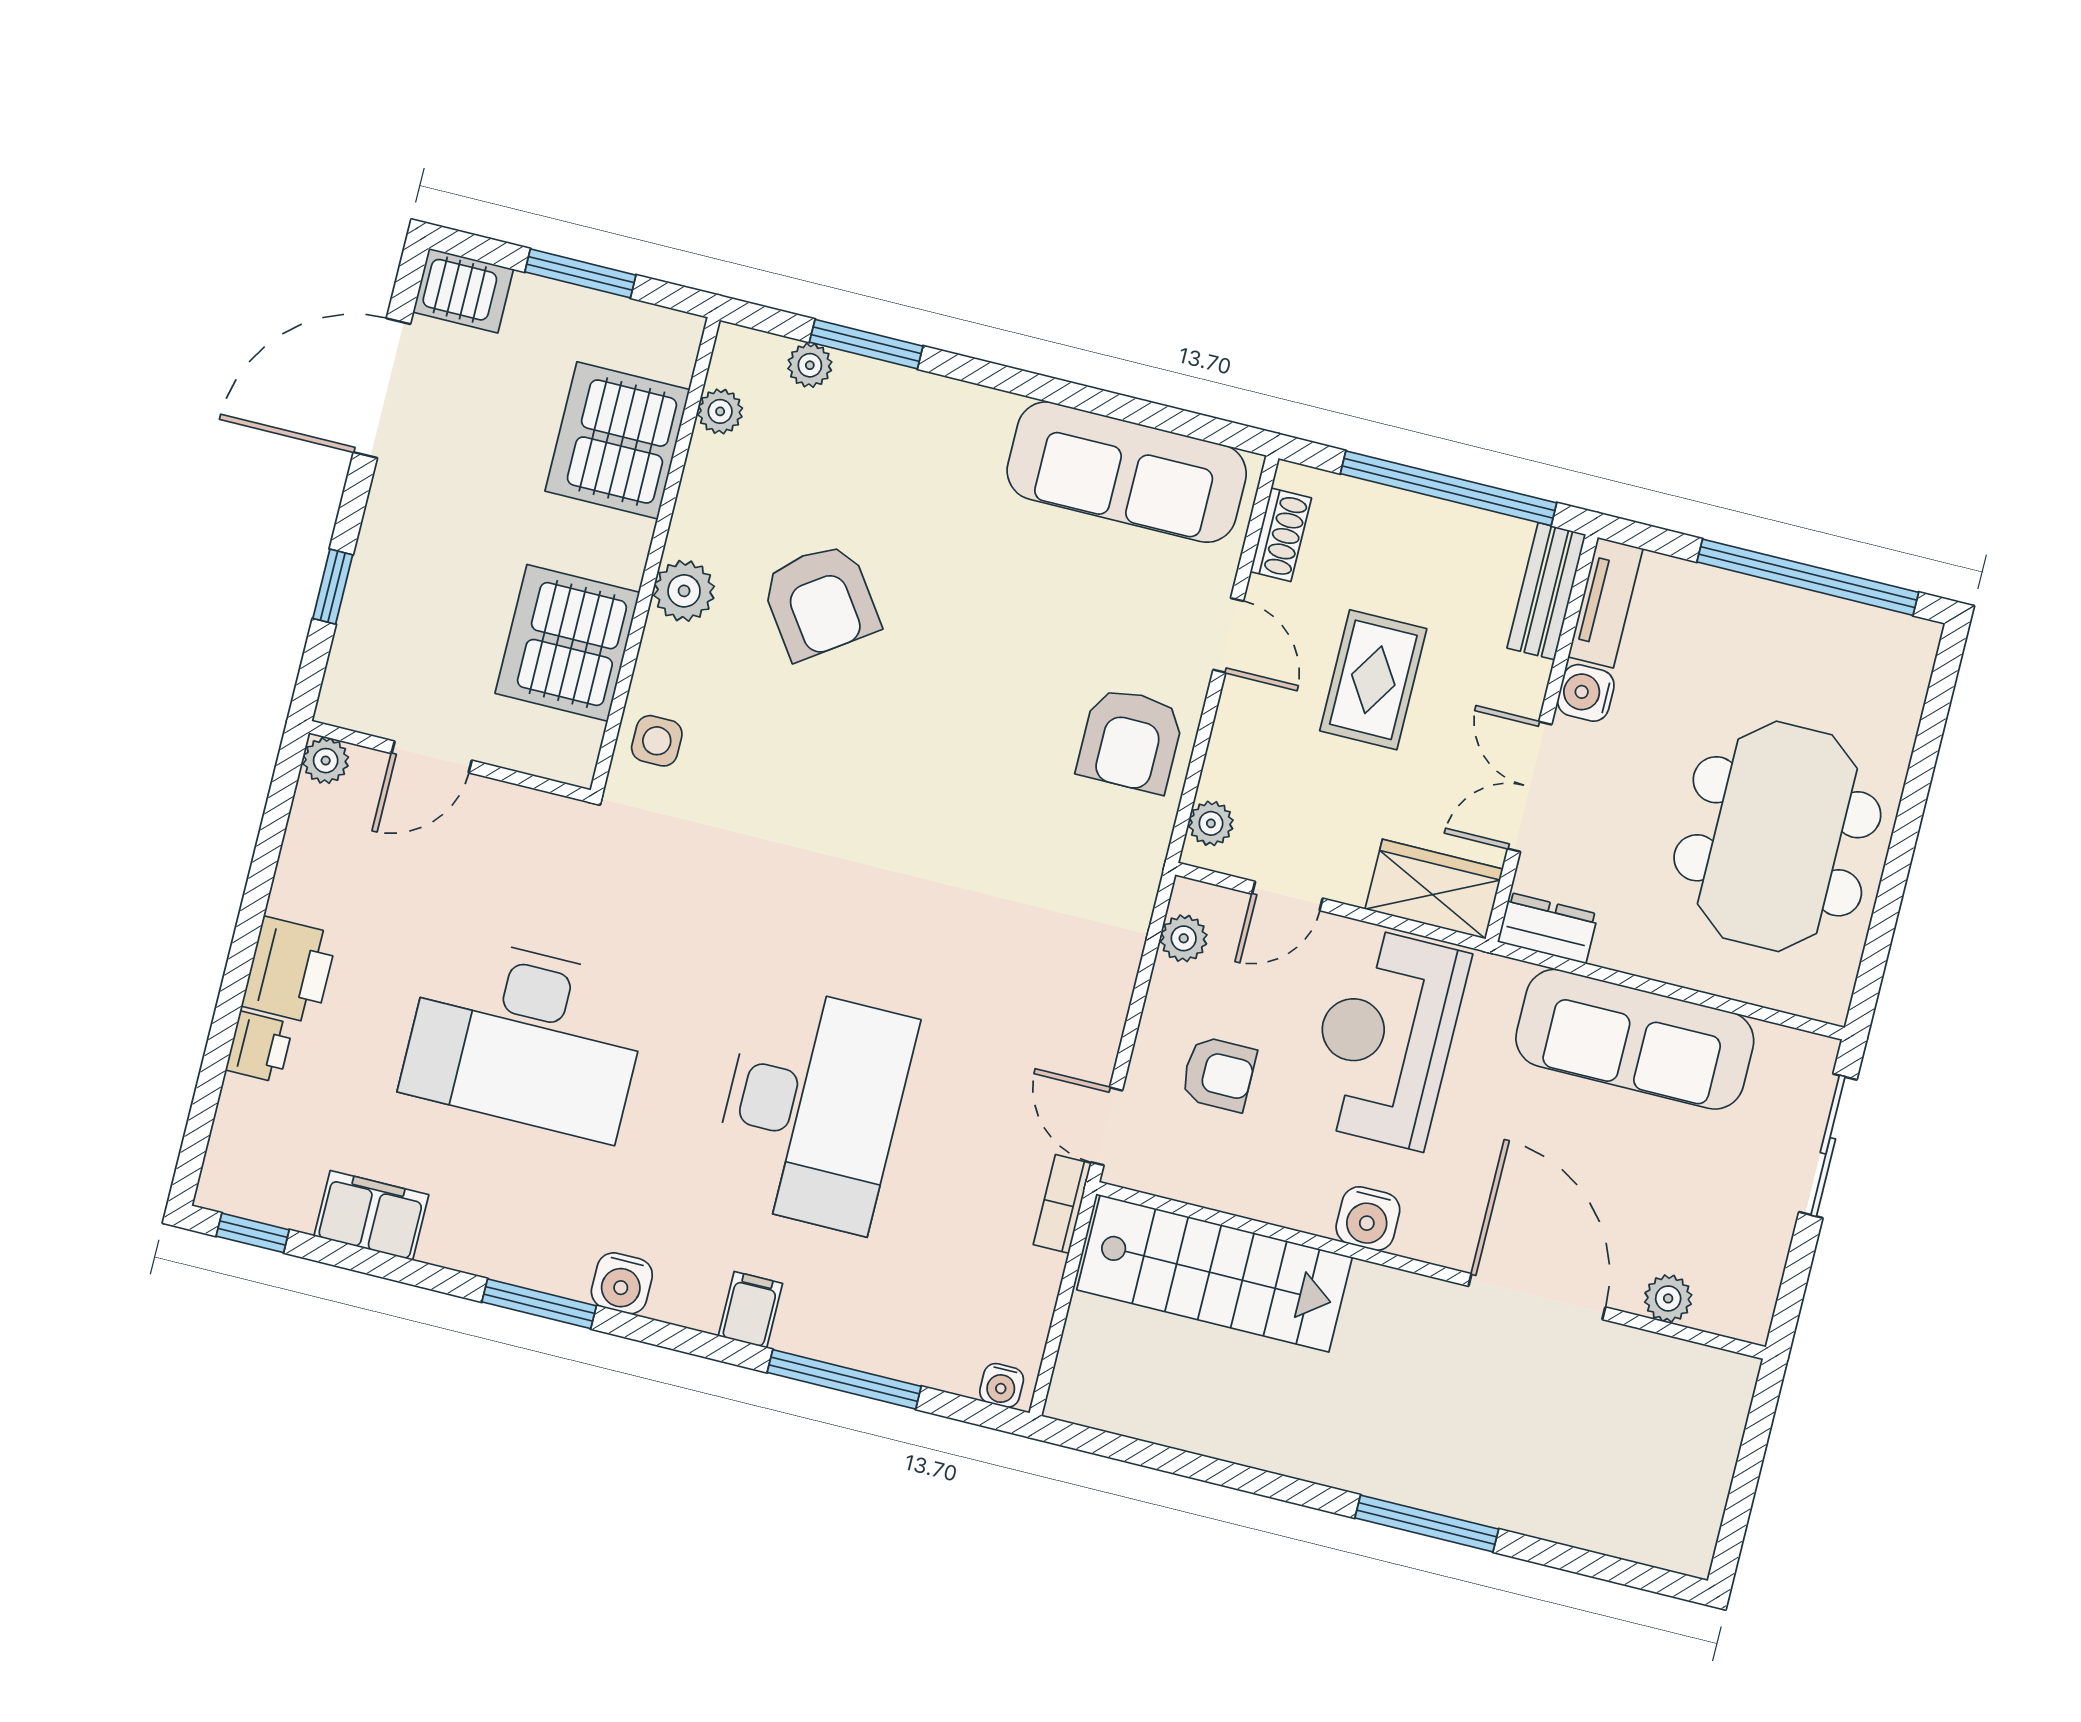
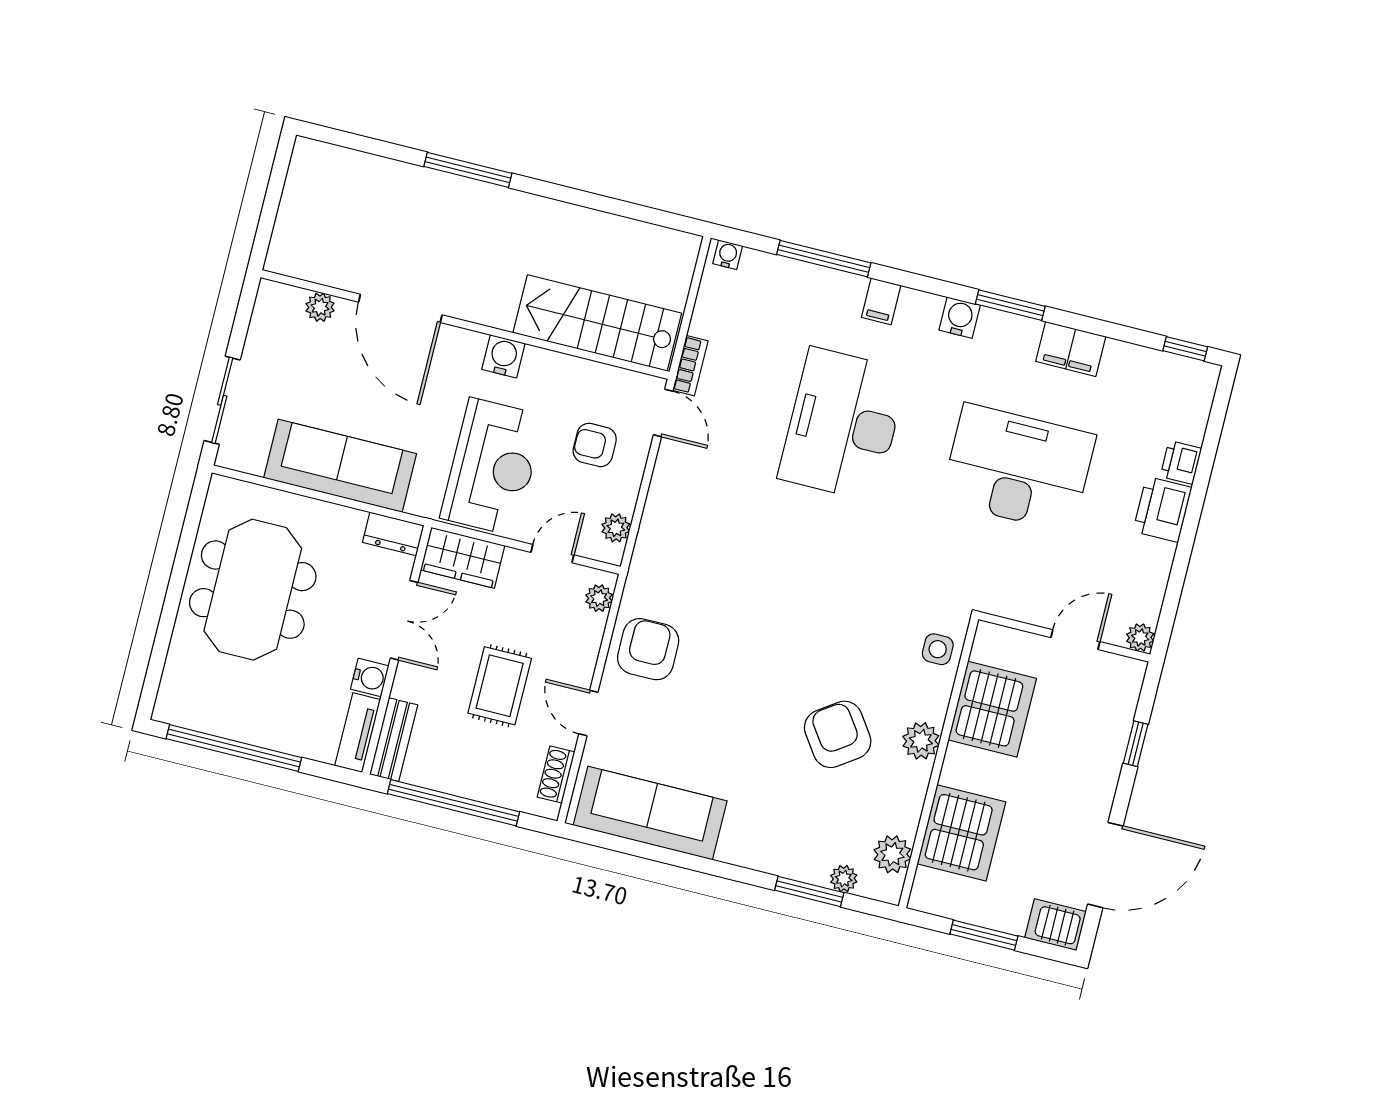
plant: (720, 411) -> (892, 854), width x1.38, depth x1.38
filing cabinet: (371, 1215) -> (1071, 349), moved

